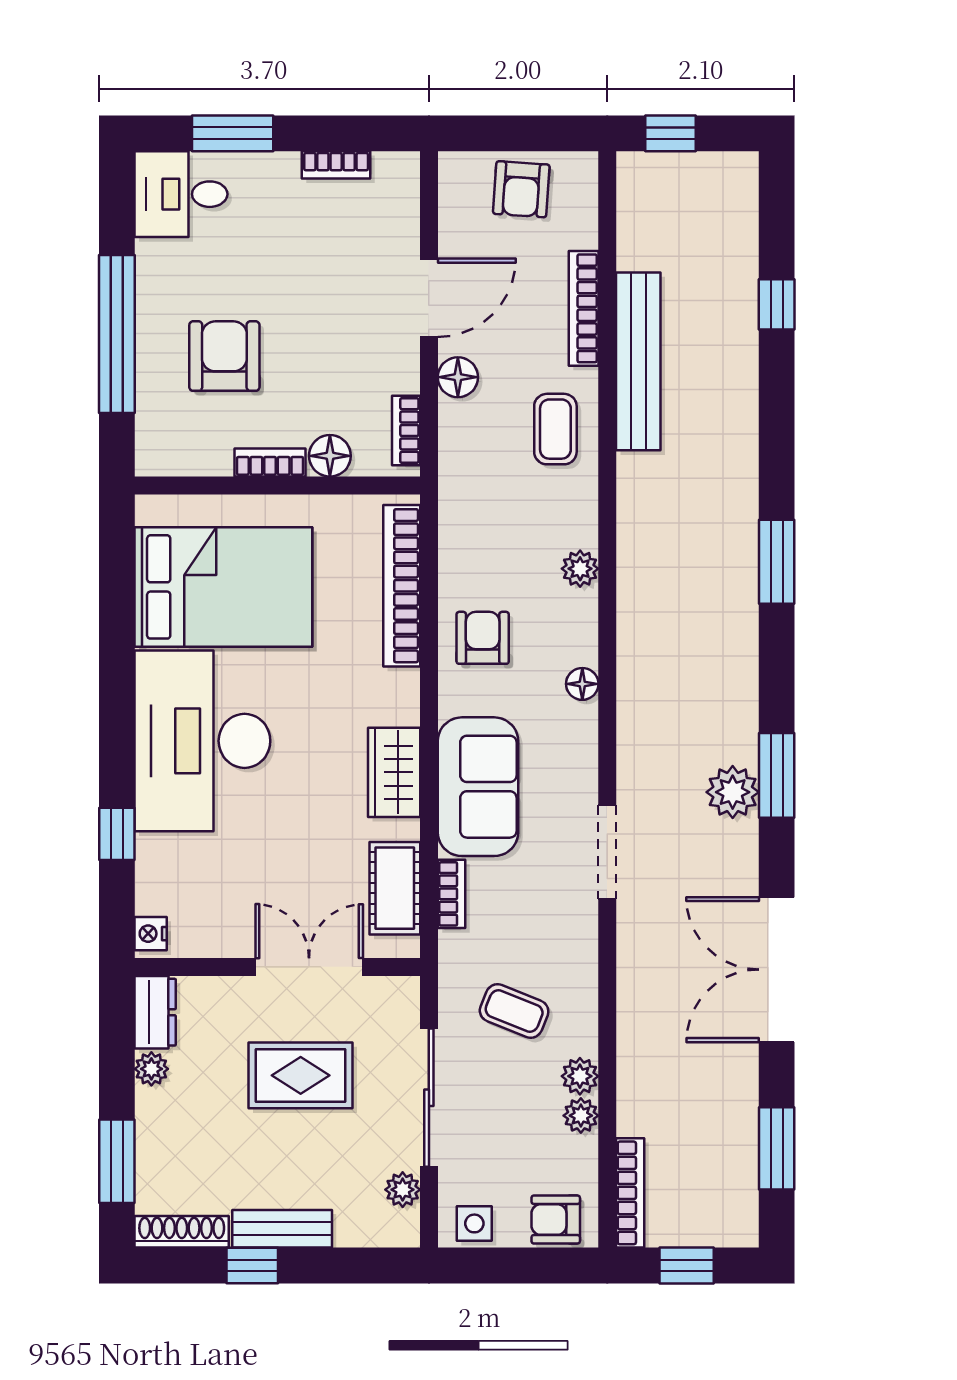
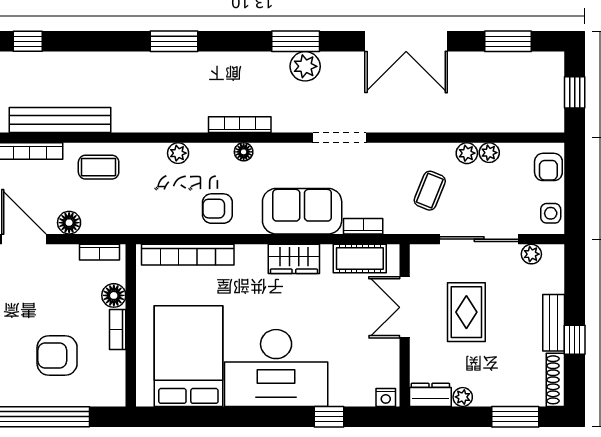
bookcase: (630, 1193) -> (240, 125), moved

